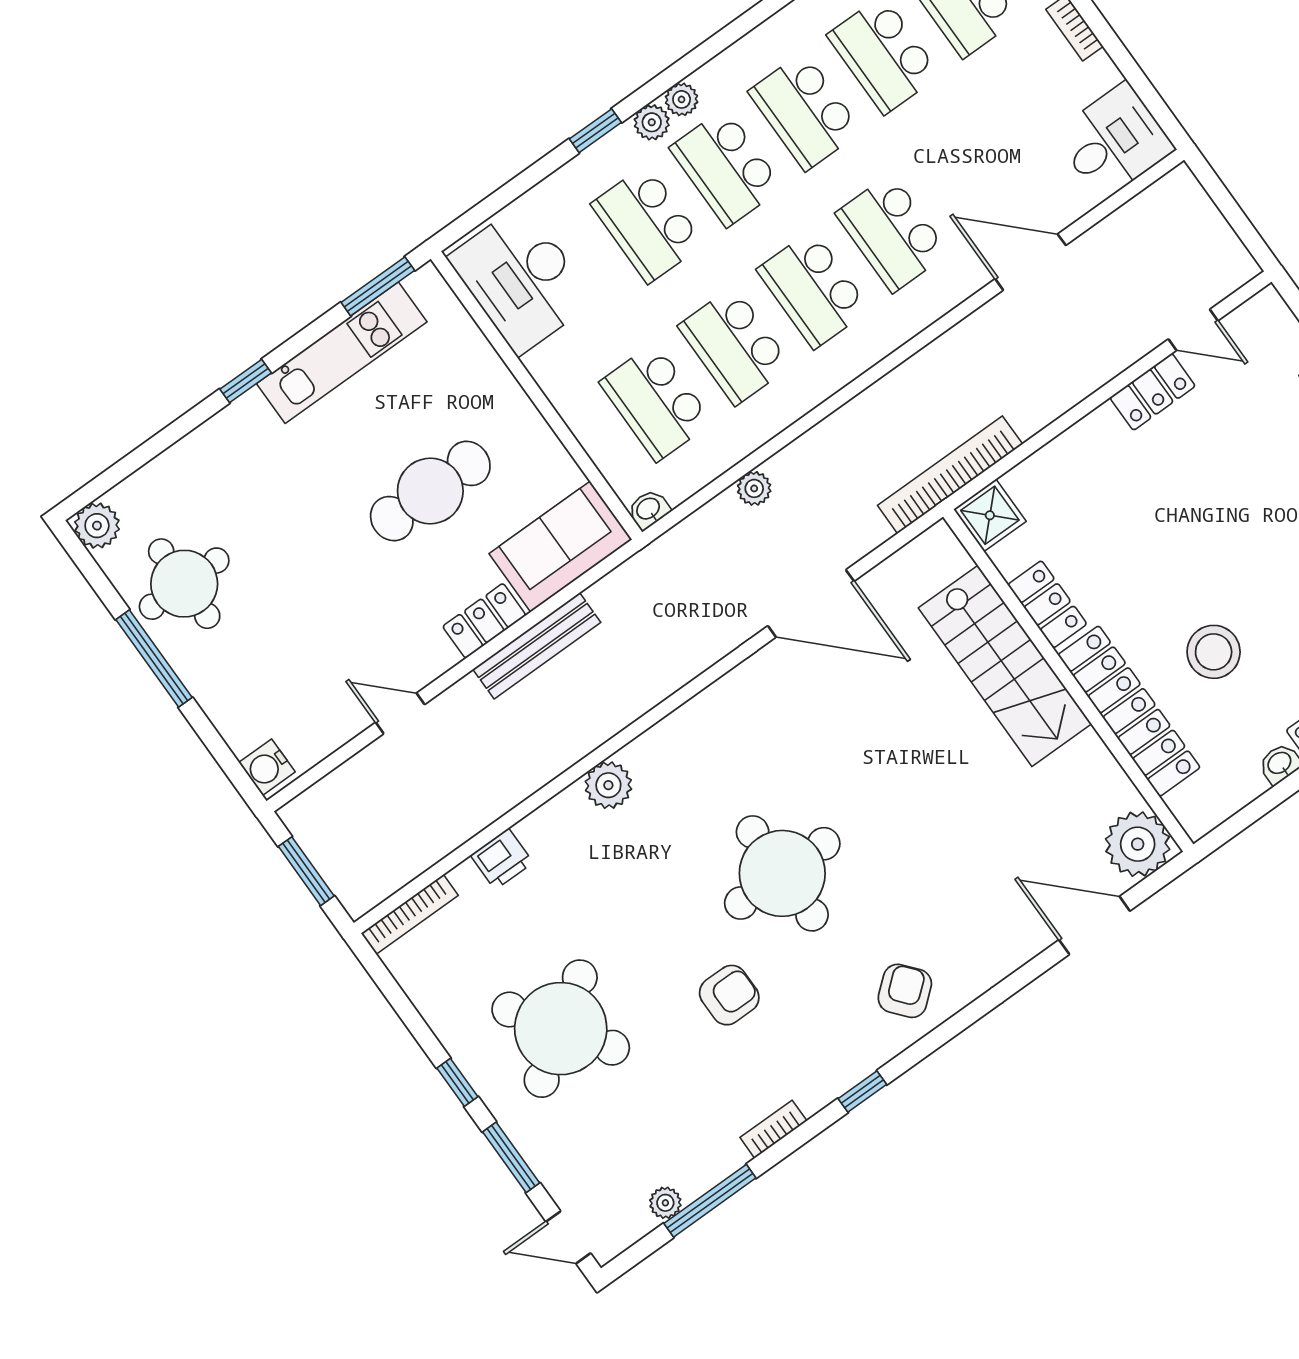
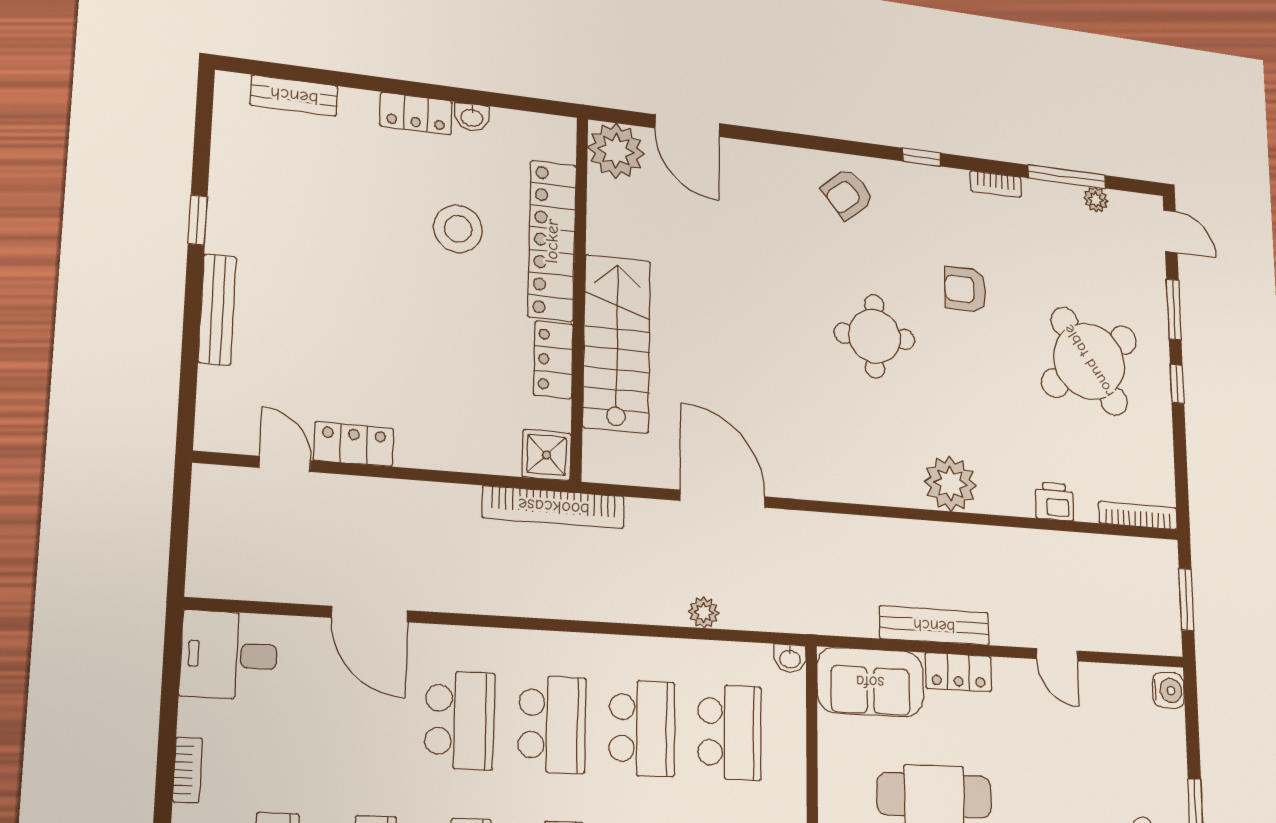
plant: (608, 785) -> (950, 484), width x1.36, depth x1.36
round table: (782, 873) -> (875, 336), width x0.73, depth x0.73

